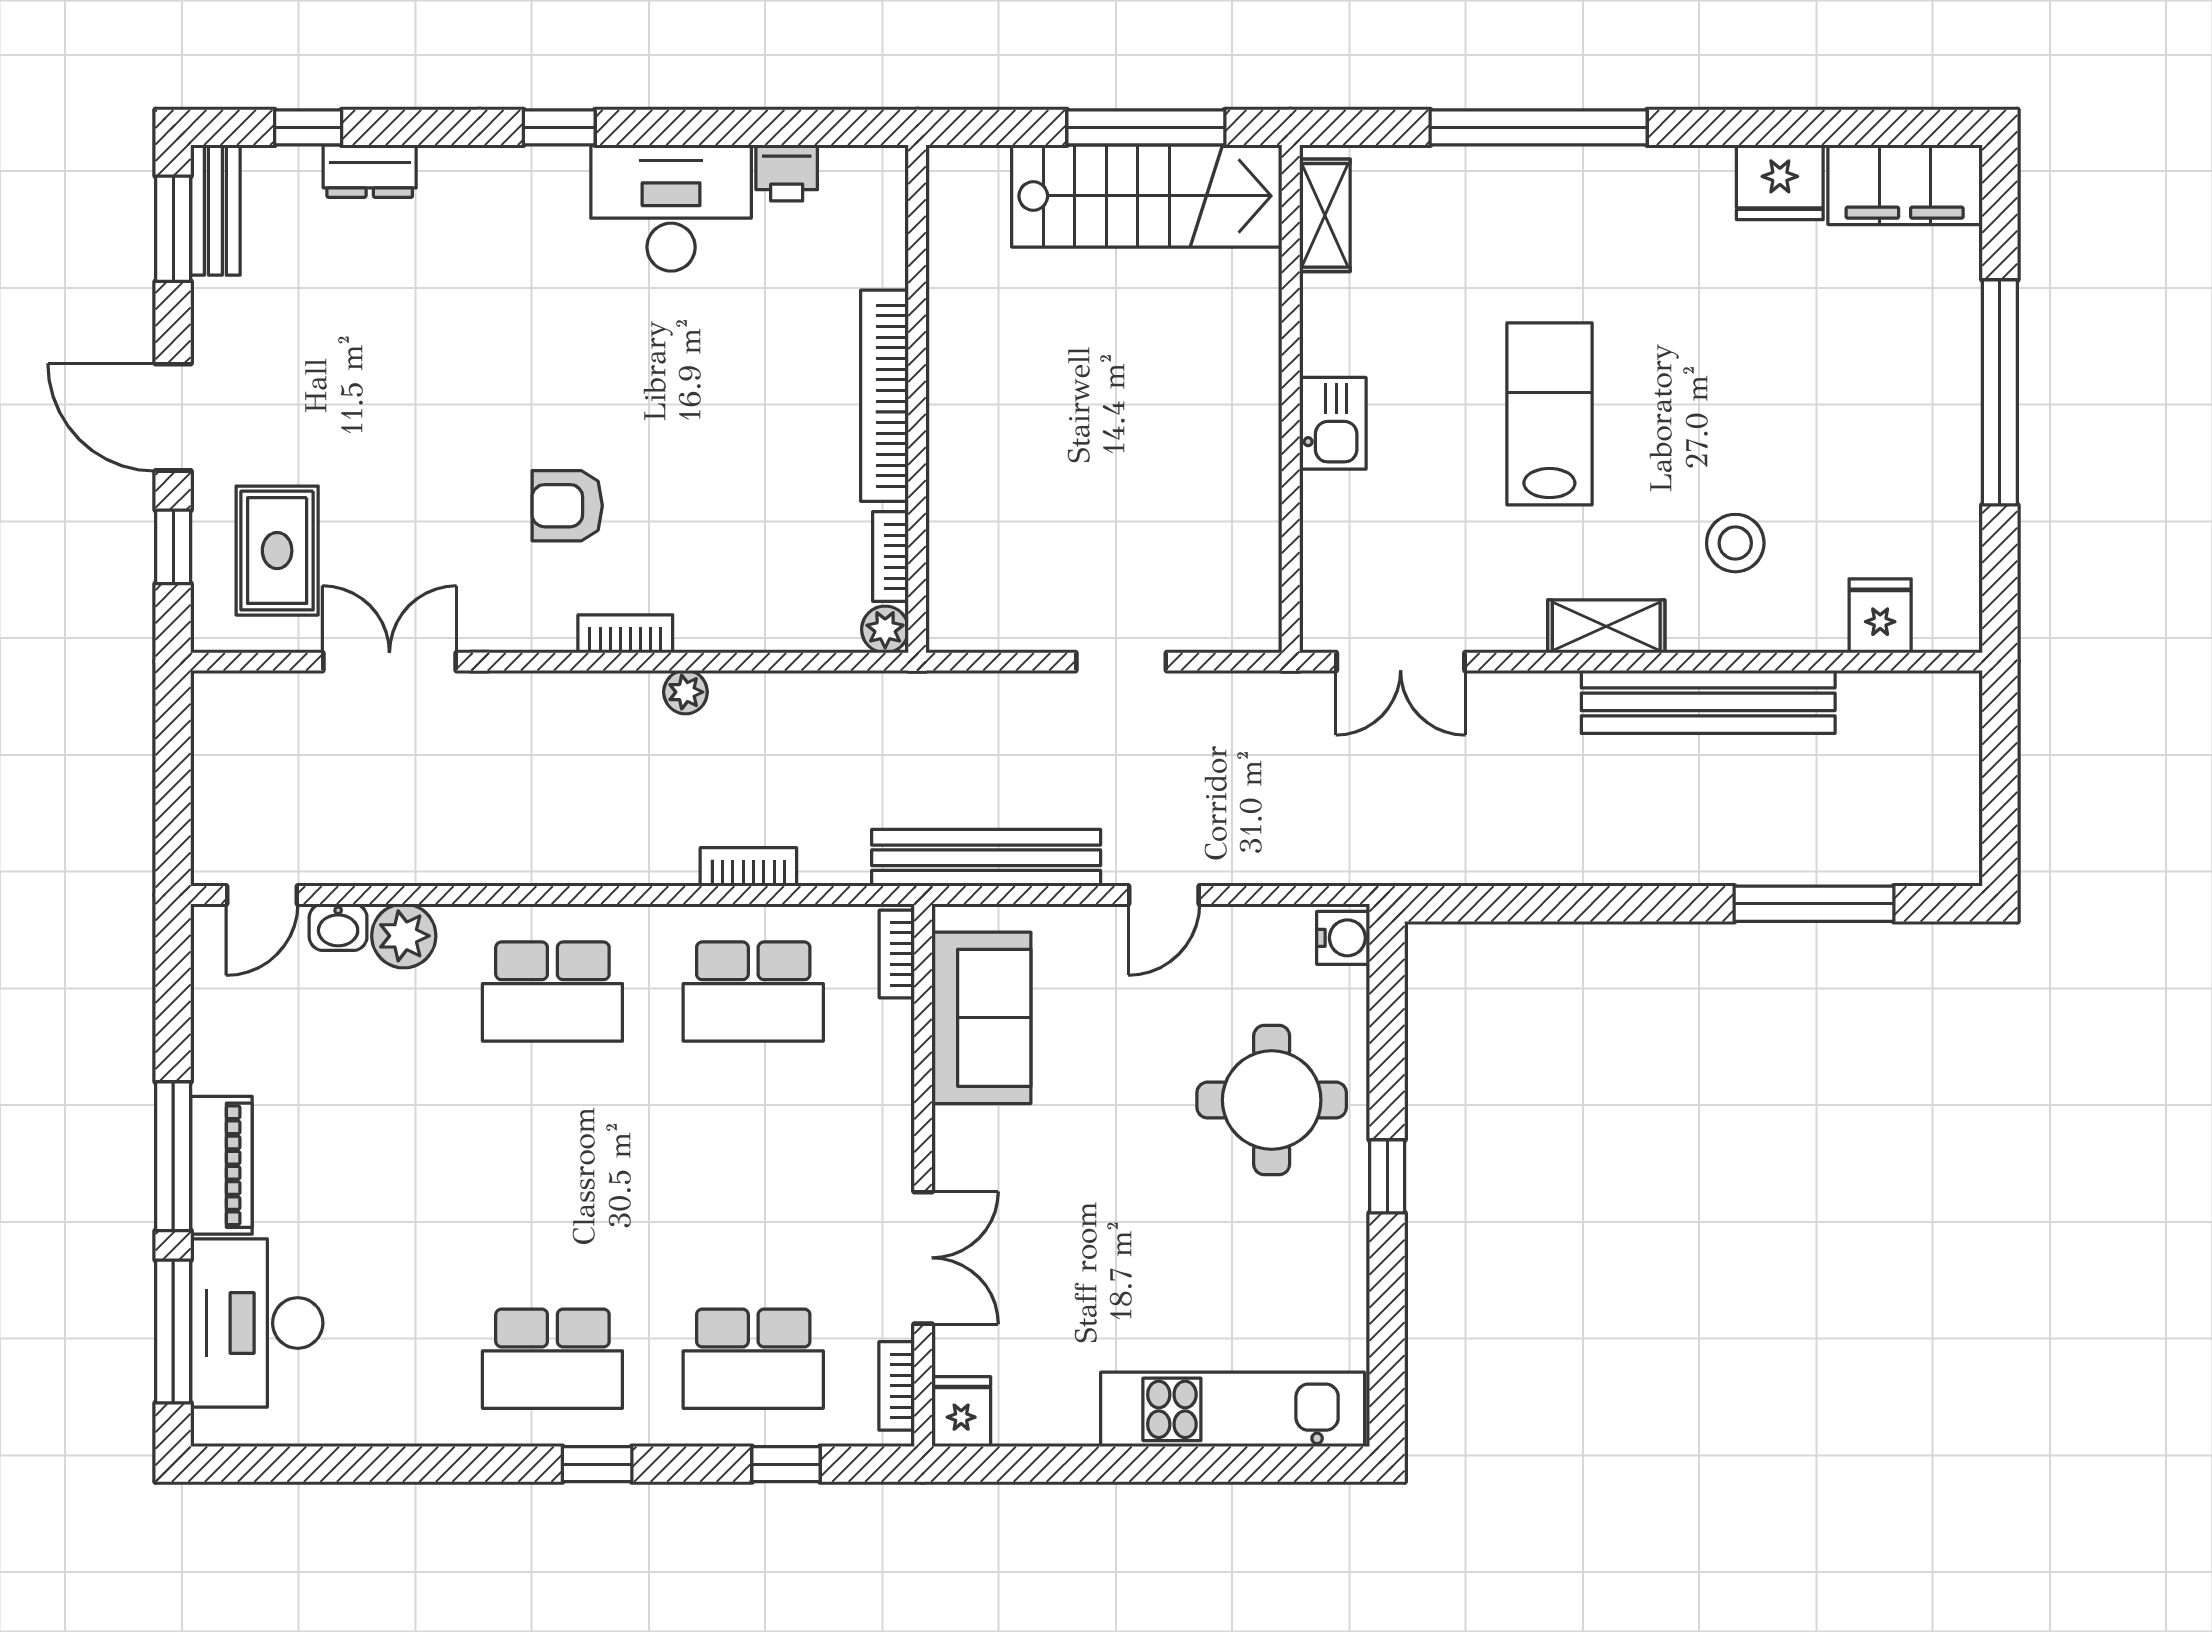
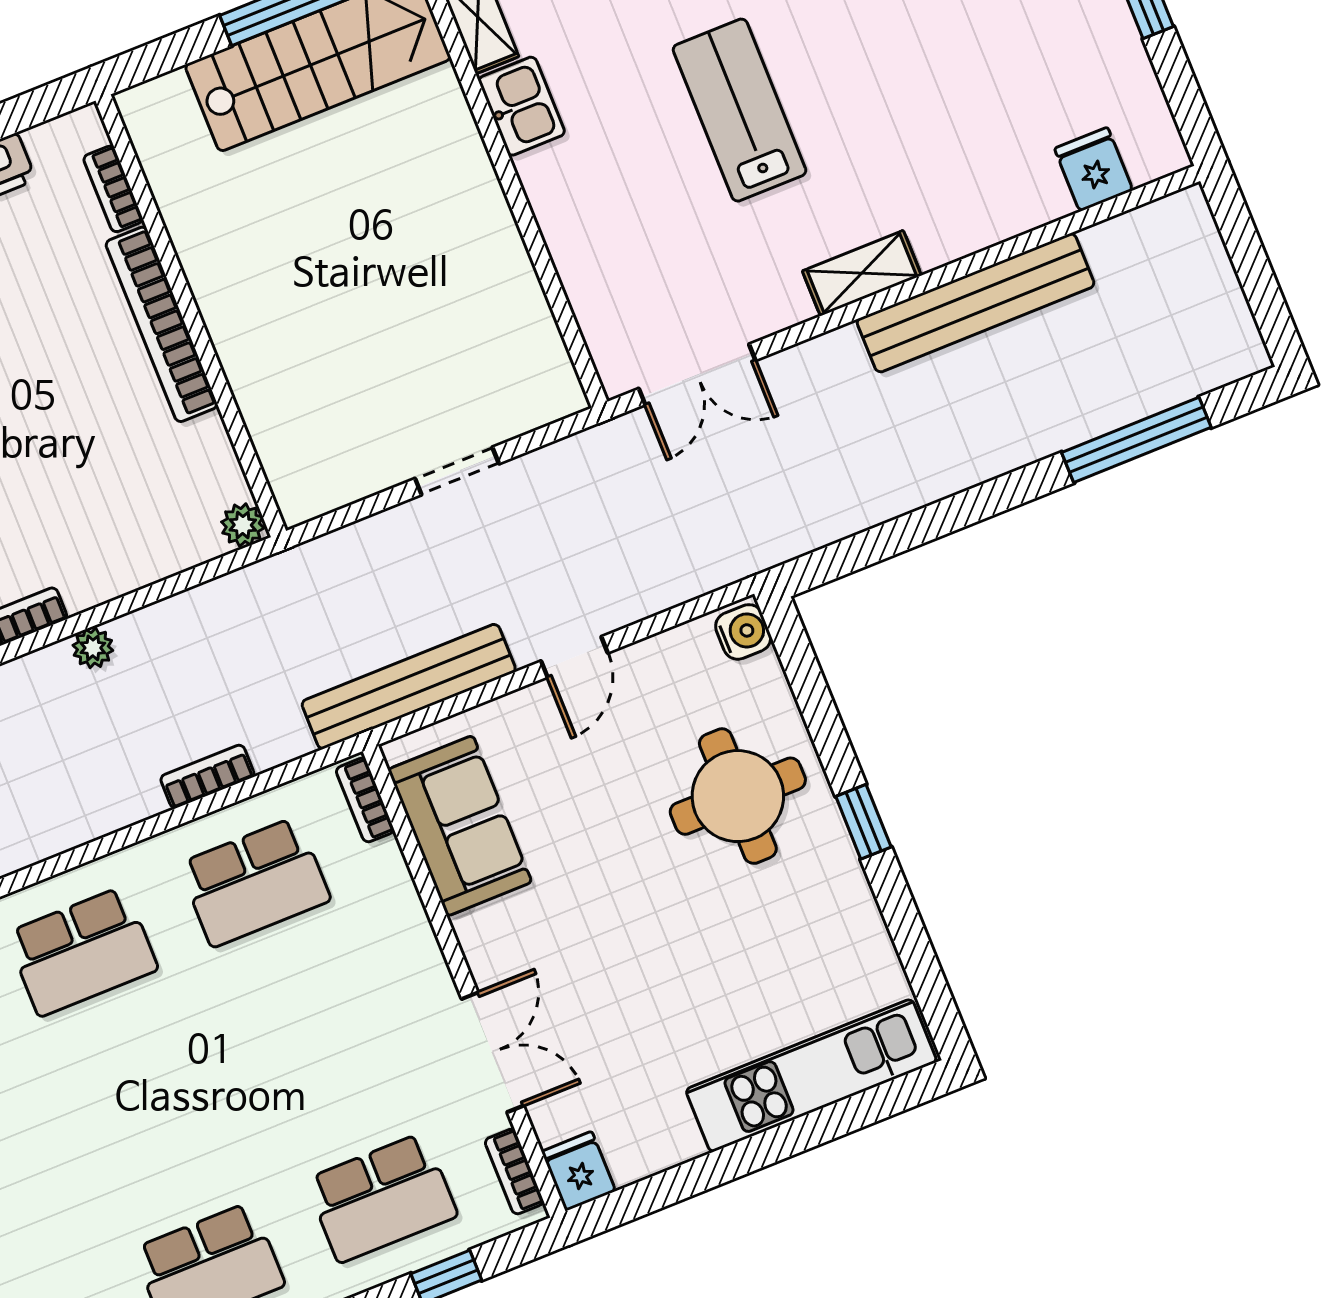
kitchen sink: (1333, 423) -> (522, 106), moved
stool: (1735, 543) -> (944, 157), removed
bookcase: (891, 557) -> (113, 189), moved

